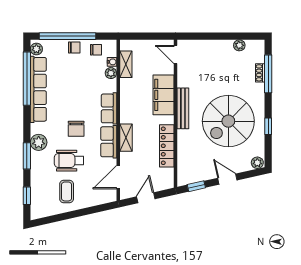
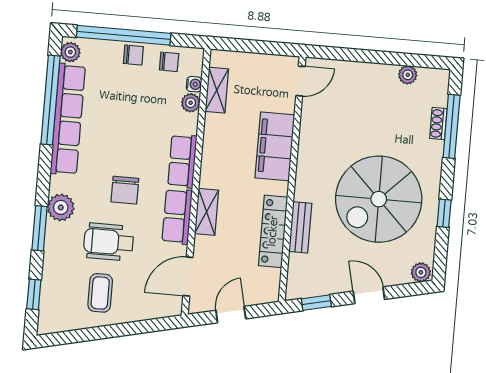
door: (175, 54) -> (300, 81), swing flipped
bench: (183, 108) -> (300, 227), moved, width x0.73

